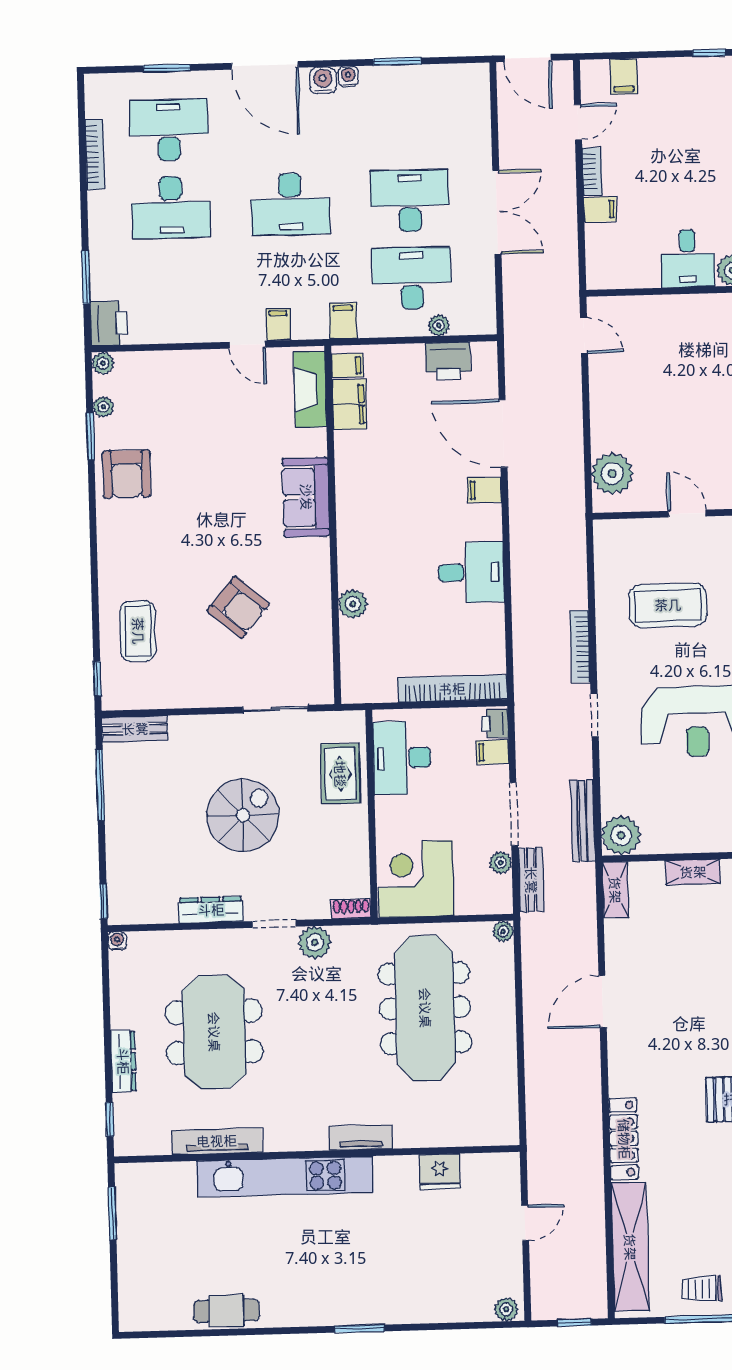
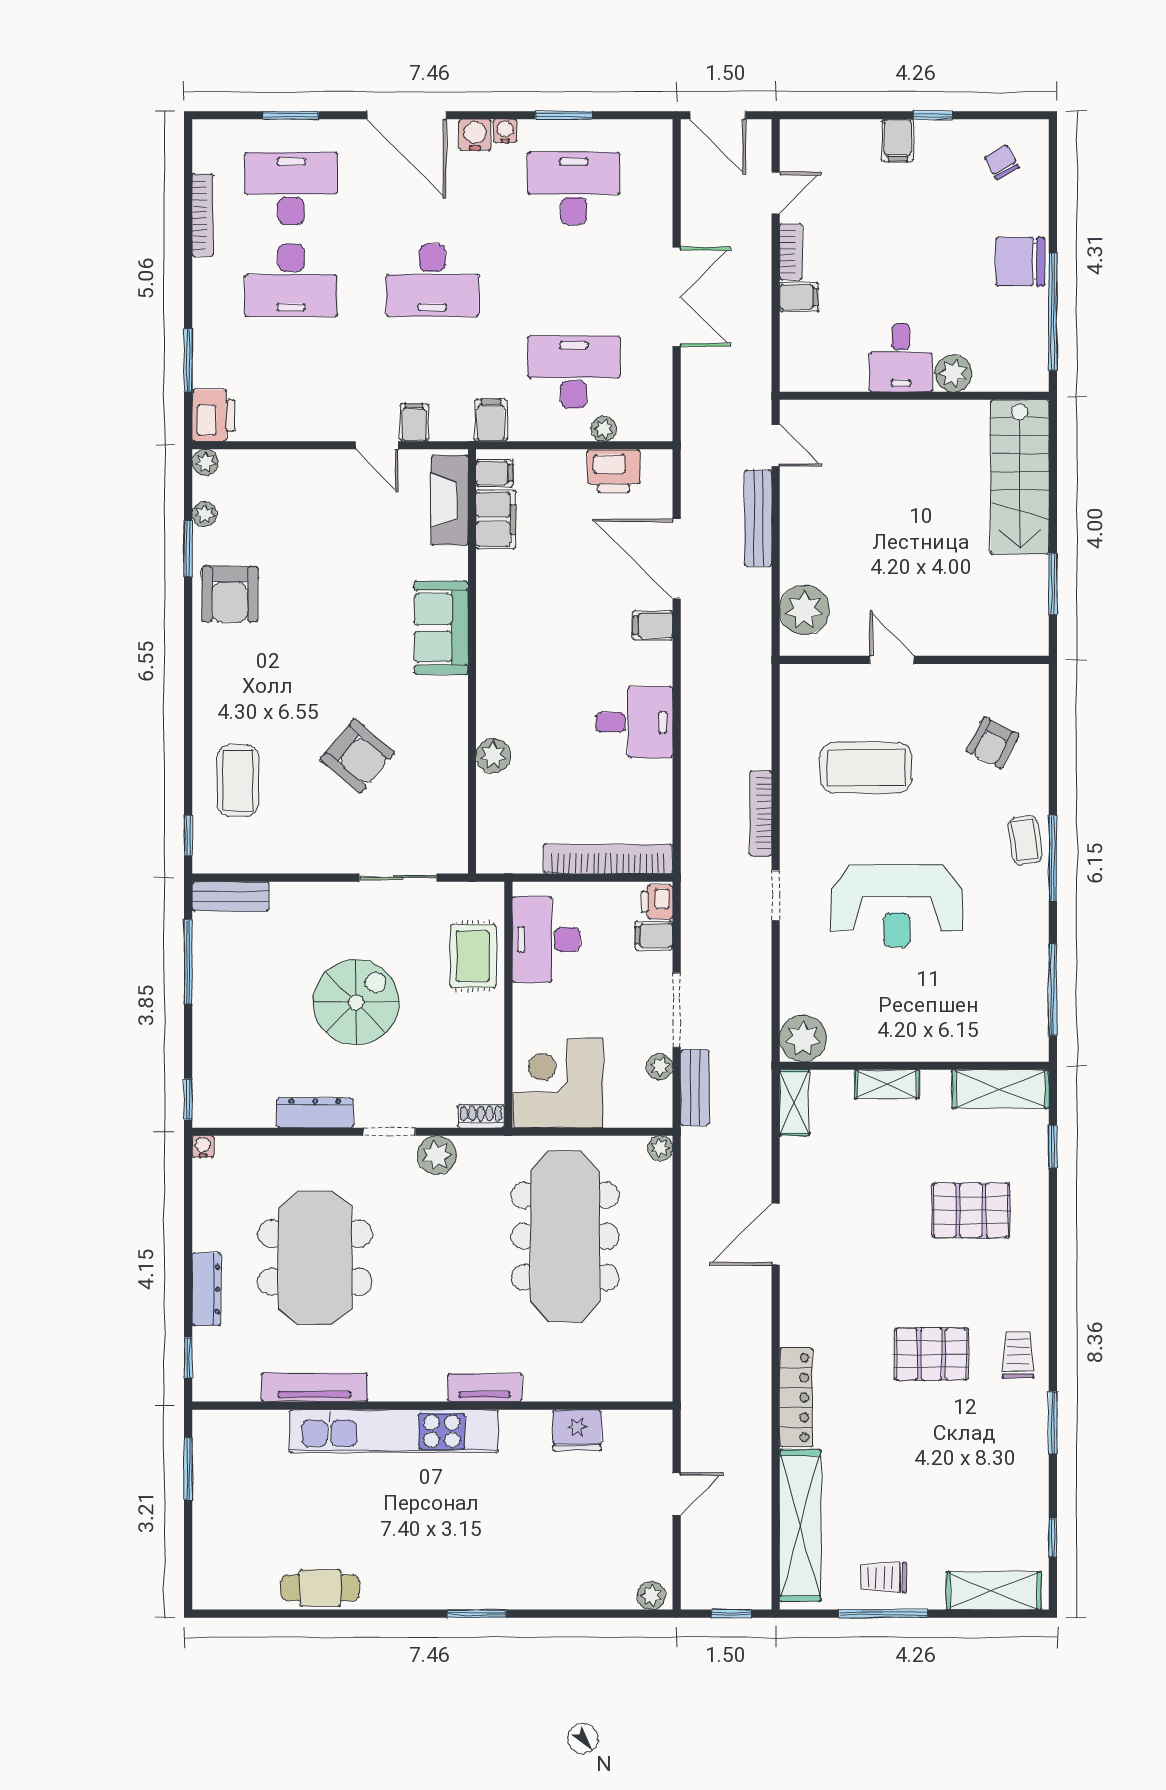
filing cabinet: (624, 76) -> (898, 140), moved
desk: (410, 201) -> (574, 188), moved
bench: (583, 821) -> (758, 518), moved

